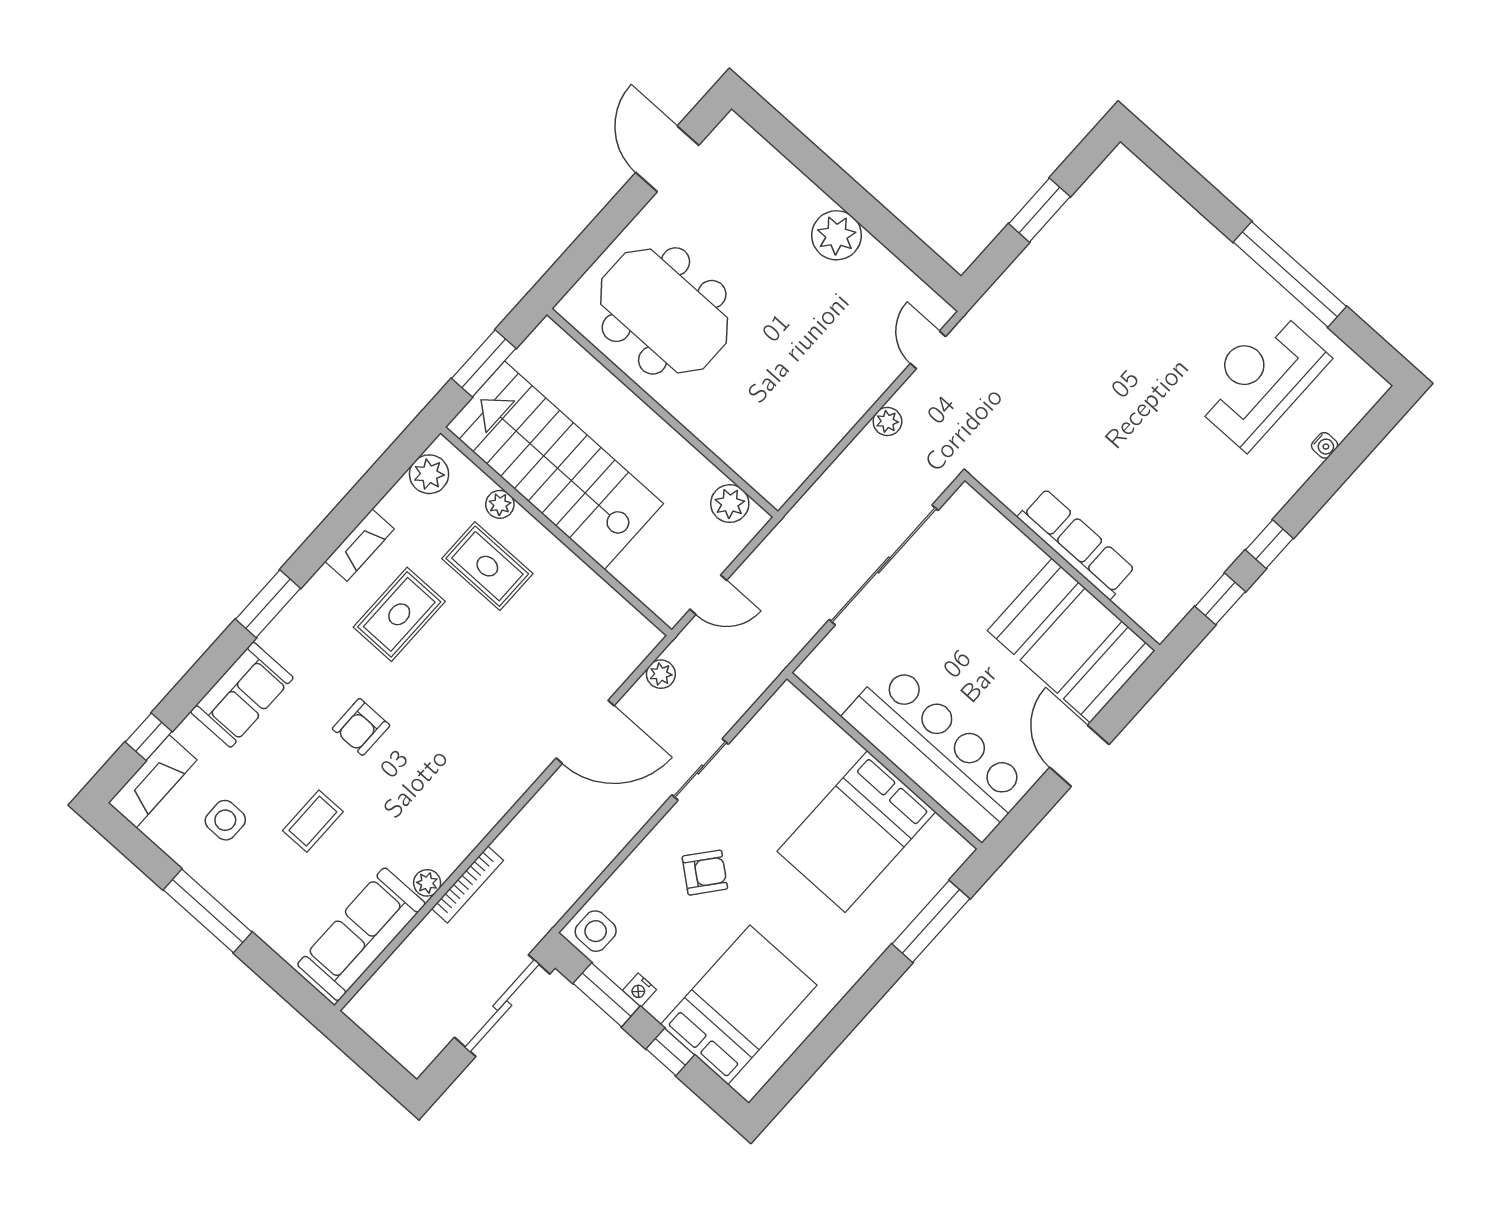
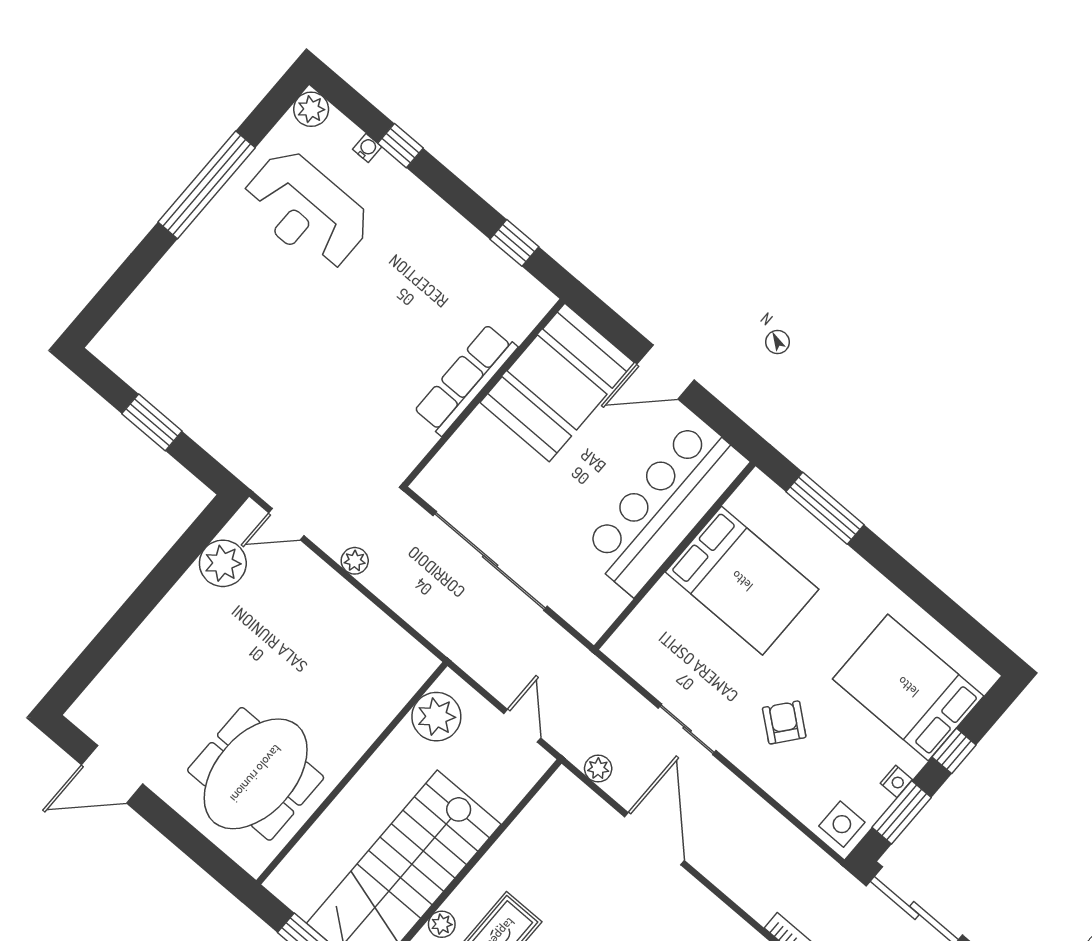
plant: (836, 235) -> (223, 563), moved
plant: (1367, 387) -> (311, 109), added
plant: (730, 504) -> (436, 717), width x1.36, depth x1.36
window: (1269, 544) -> (400, 146), moved

